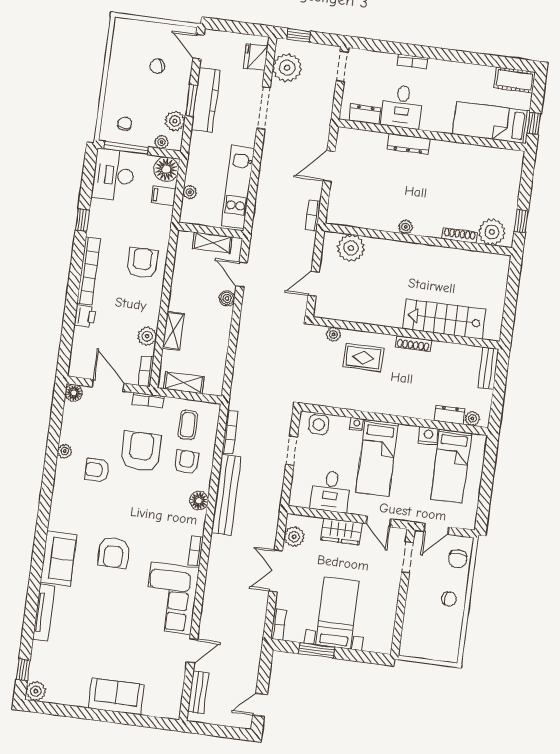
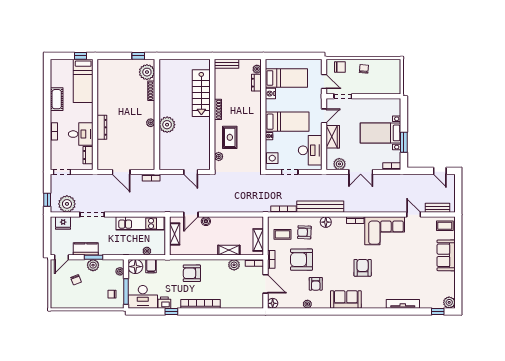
cot: (514, 80) -> (57, 99), moved
kitchen counter: (206, 100) -> (86, 249), width x0.67
plant: (175, 121) -> (93, 265), moved
plant: (351, 248) -> (167, 125), moved
printer: (85, 316) -> (164, 303), moved
door: (108, 385) -> (265, 284), swing flipped
desk: (330, 491) -> (310, 150), width x1.37
armchair: (114, 553) -> (363, 268), turned -90
sofa: (58, 558) -> (346, 299), moved
coffee table: (166, 701) -> (445, 226), added

